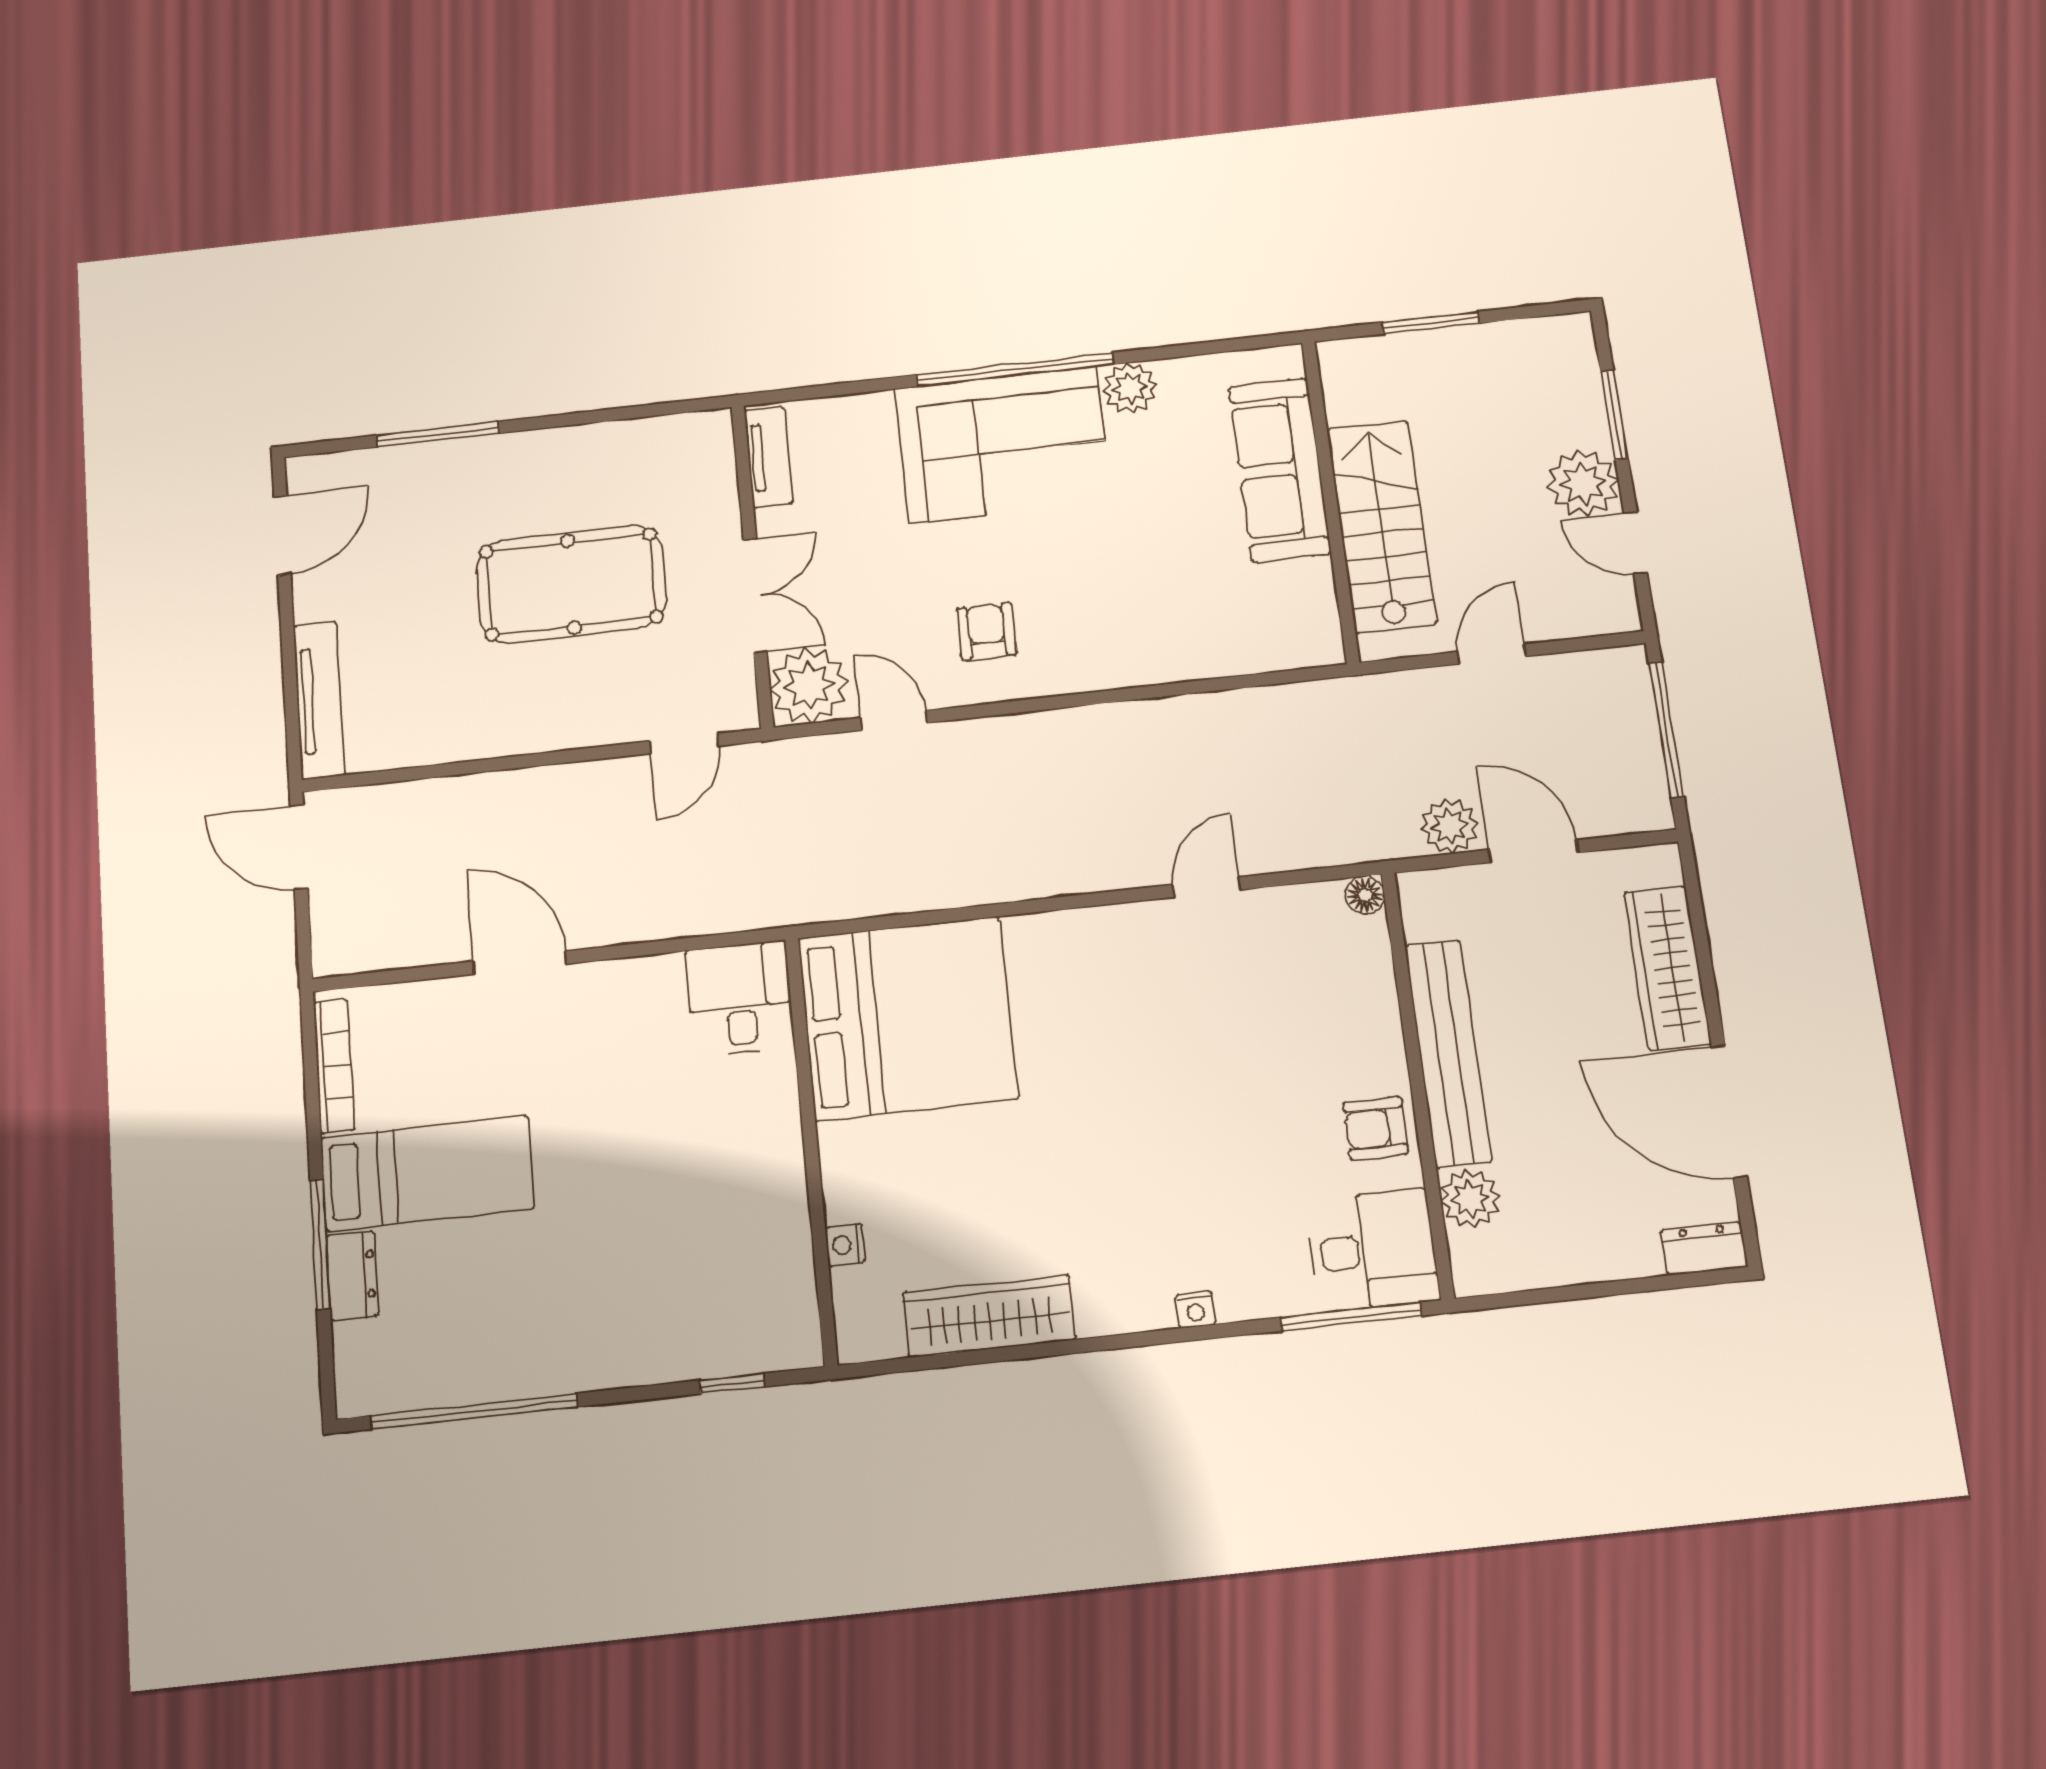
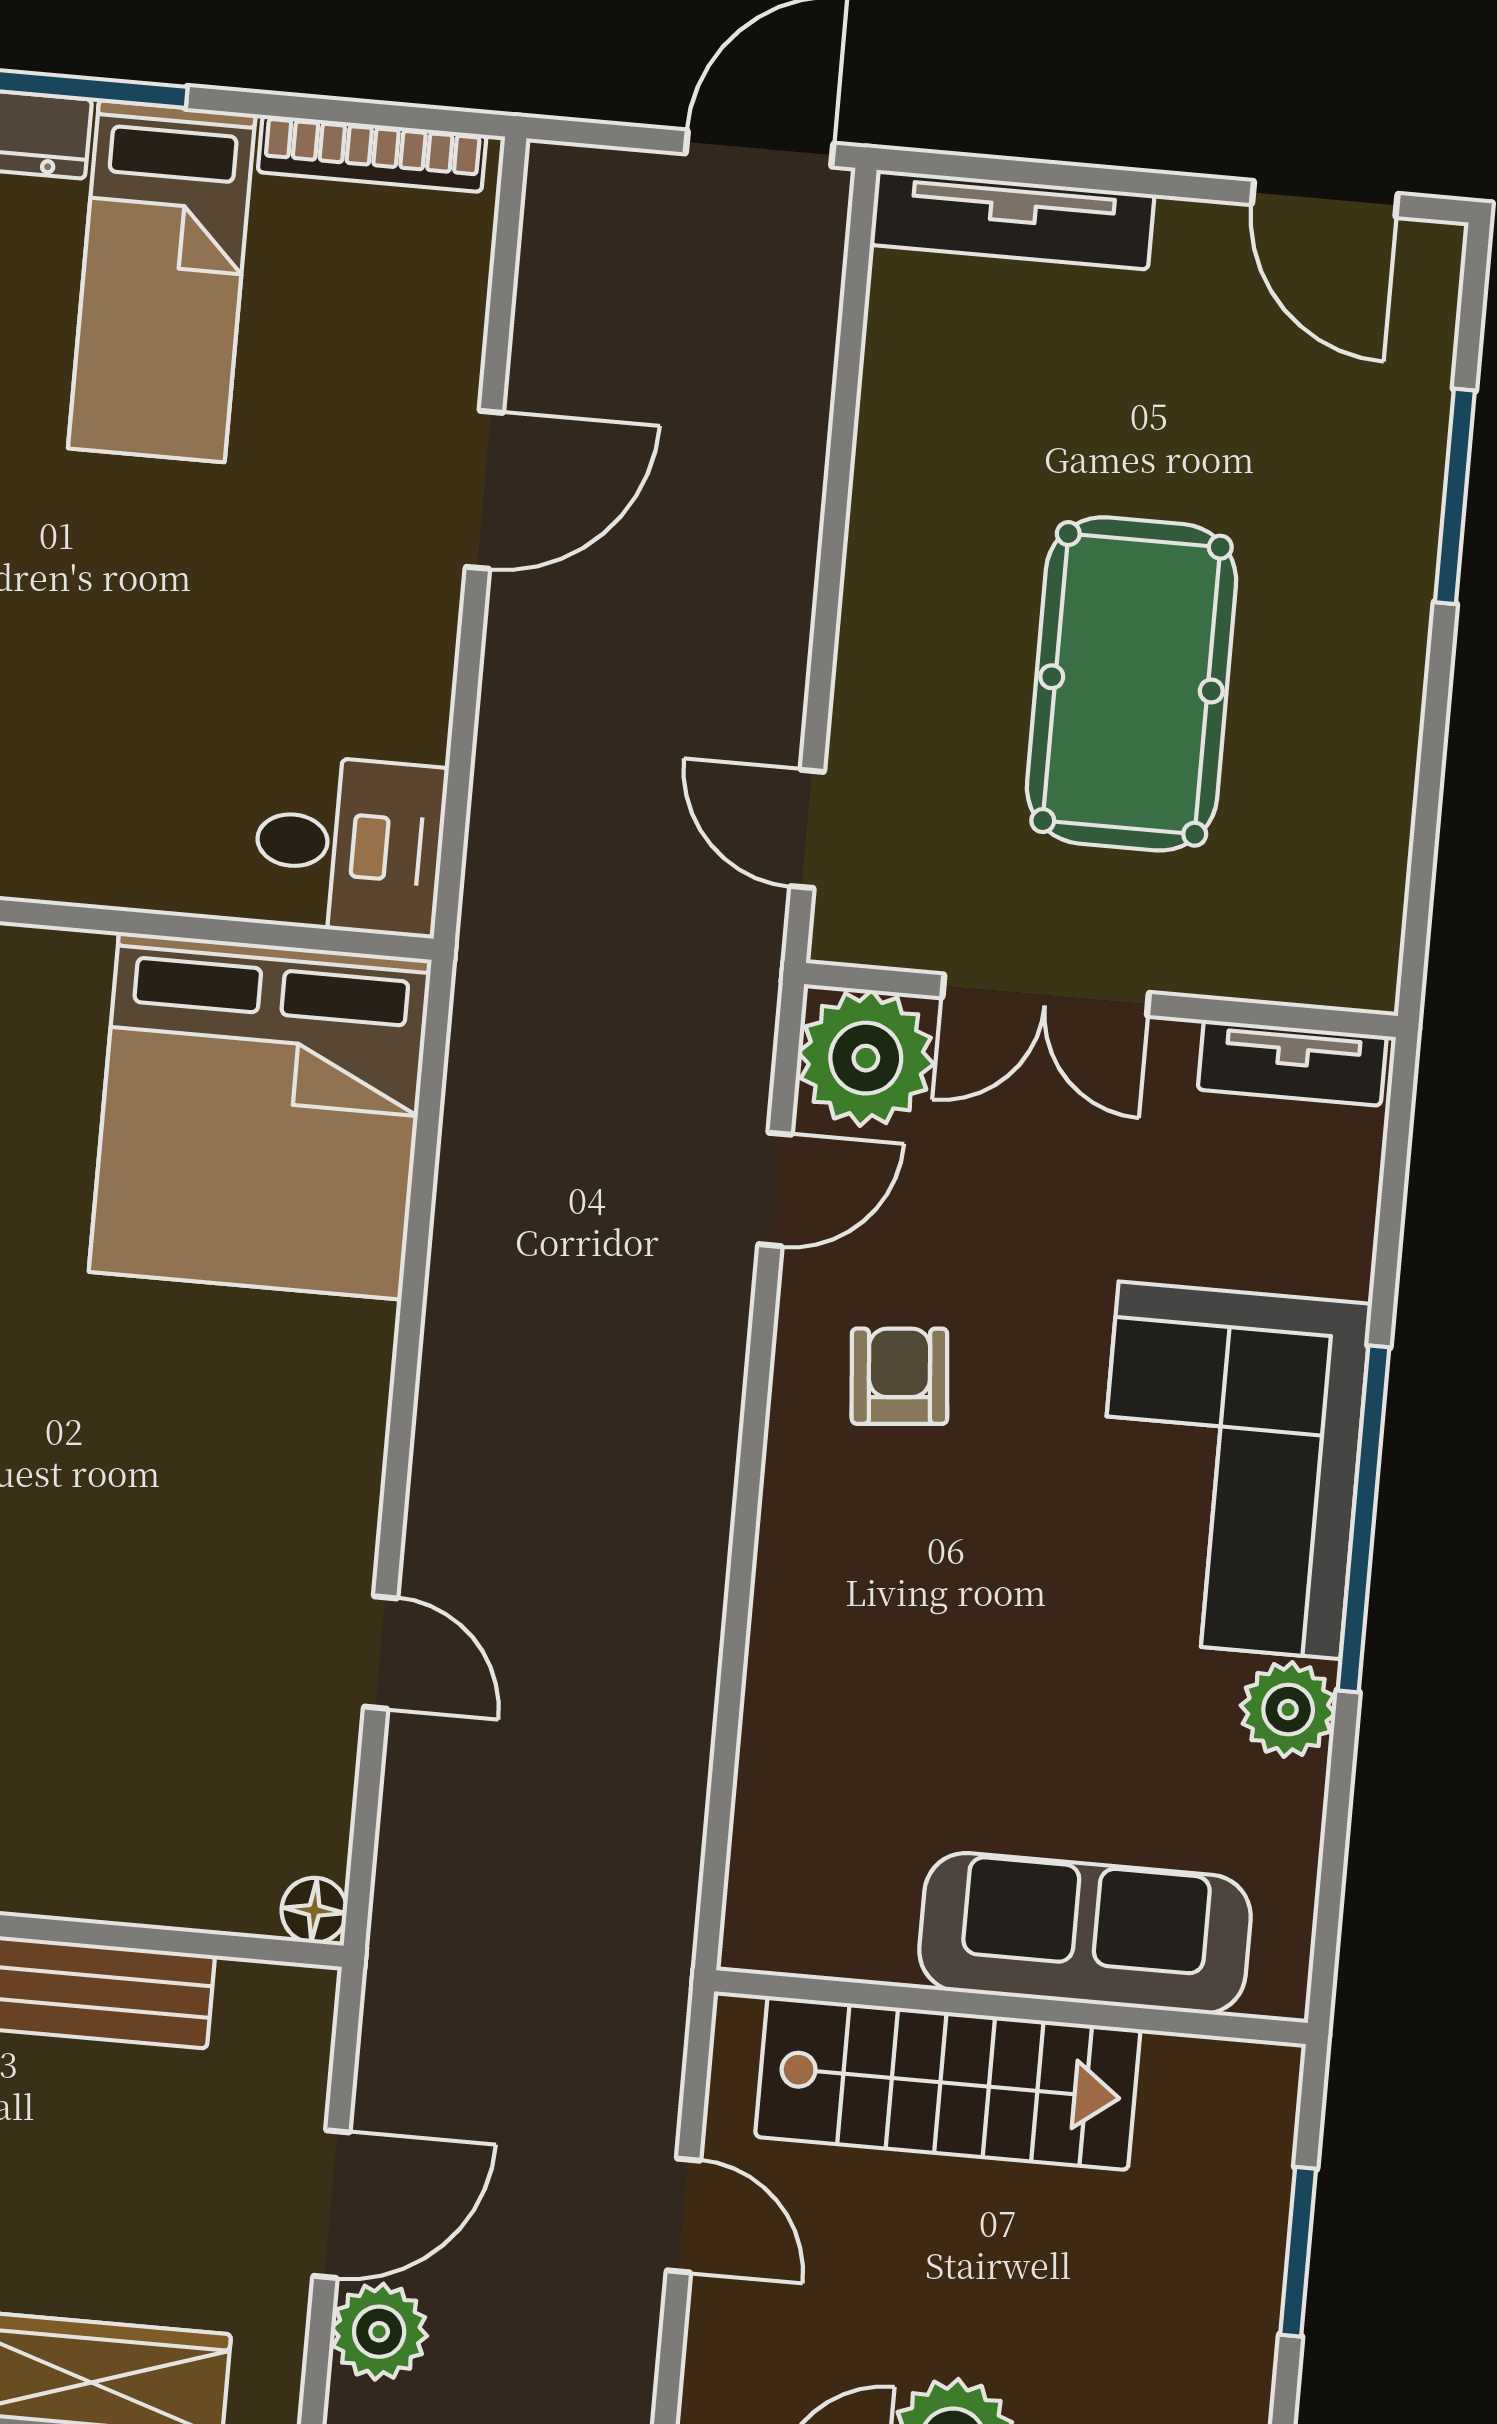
armchair: (986, 631) -> (899, 1376), turned -95
plant: (1449, 826) -> (379, 2332), moved

